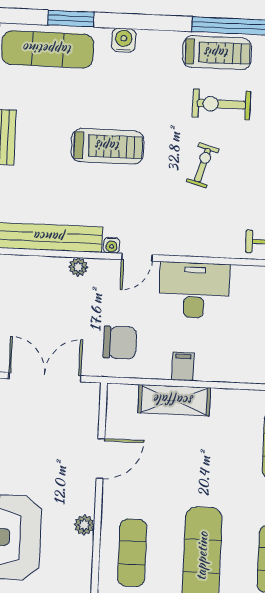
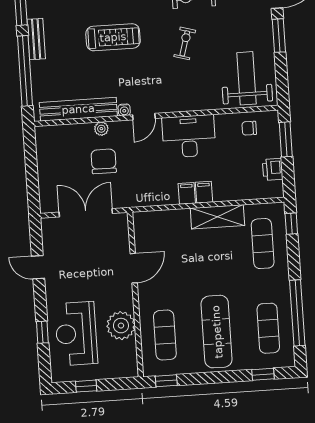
chair: (120, 343) -> (104, 161), moved, turned -90
filing cabinet: (206, 367) -> (204, 192), added
shelving: (174, 400) -> (217, 217), moved
plant: (84, 525) -> (121, 326), width x1.88, depth x1.88

